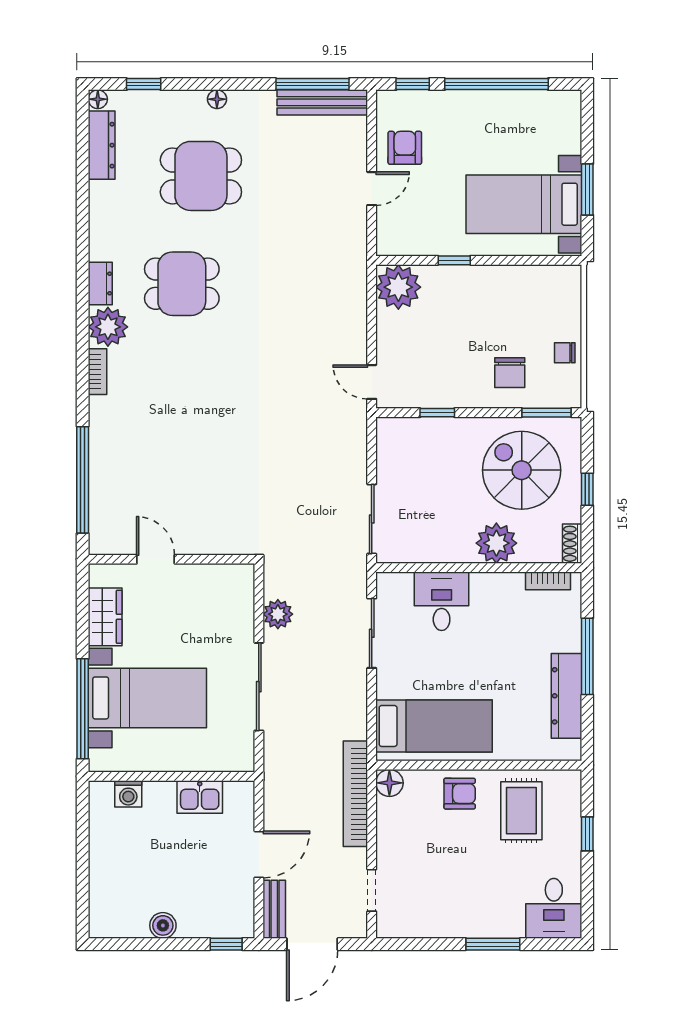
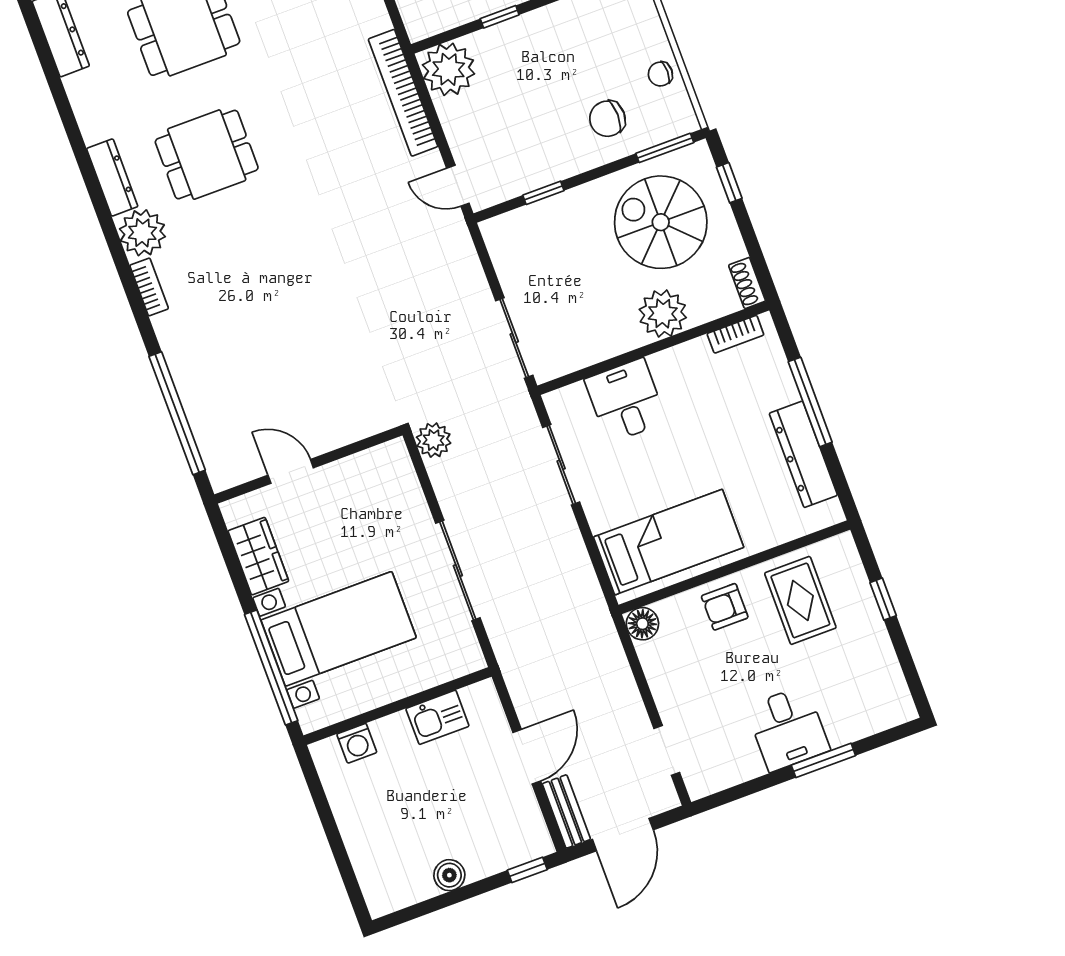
dresser: (100, 283) -> (112, 178), width x1.44
chair: (510, 373) -> (607, 119), turned 90
window: (587, 489) -> (729, 183), moved
plant: (278, 614) -> (434, 440), moved
bookcase: (355, 794) -> (403, 93), moved
armchair: (460, 794) -> (725, 607), turned 180
desk: (554, 908) -> (788, 728), moved

